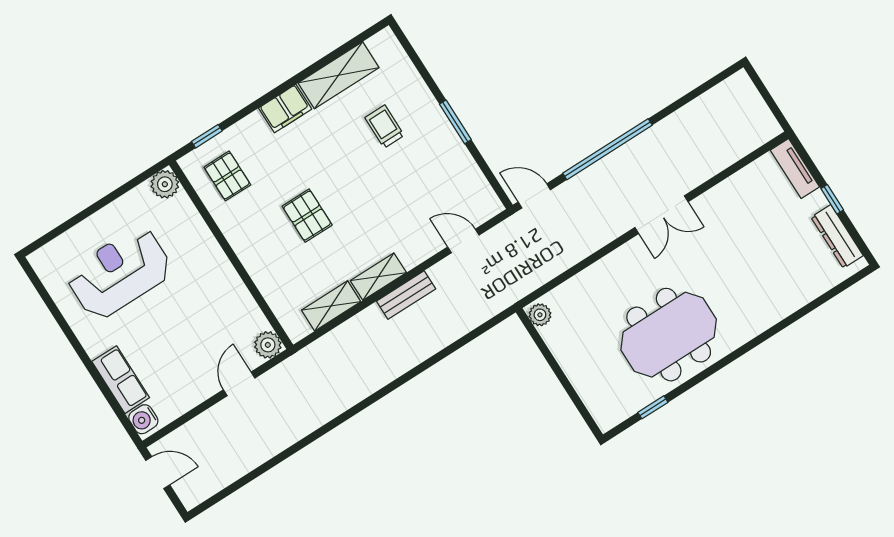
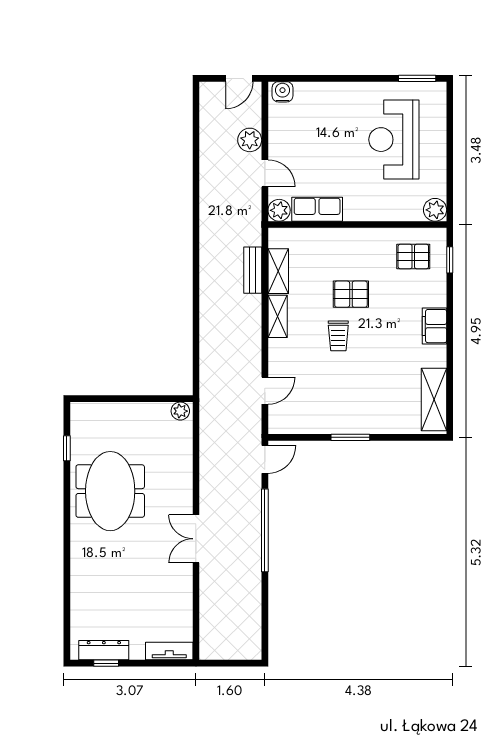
shelving: (338, 75) -> (434, 400), moved
trolley: (384, 127) -> (338, 336), moved, turned 90
window: (832, 199) -> (106, 663), moved
reception desk: (119, 273) -> (394, 140), turned 180
window: (41, 289) -> (417, 78), added
bench: (406, 295) -> (253, 270), moved
row of seats: (121, 380) -> (317, 209), moved, turned 180
plant: (215, 421) -> (250, 140), added

